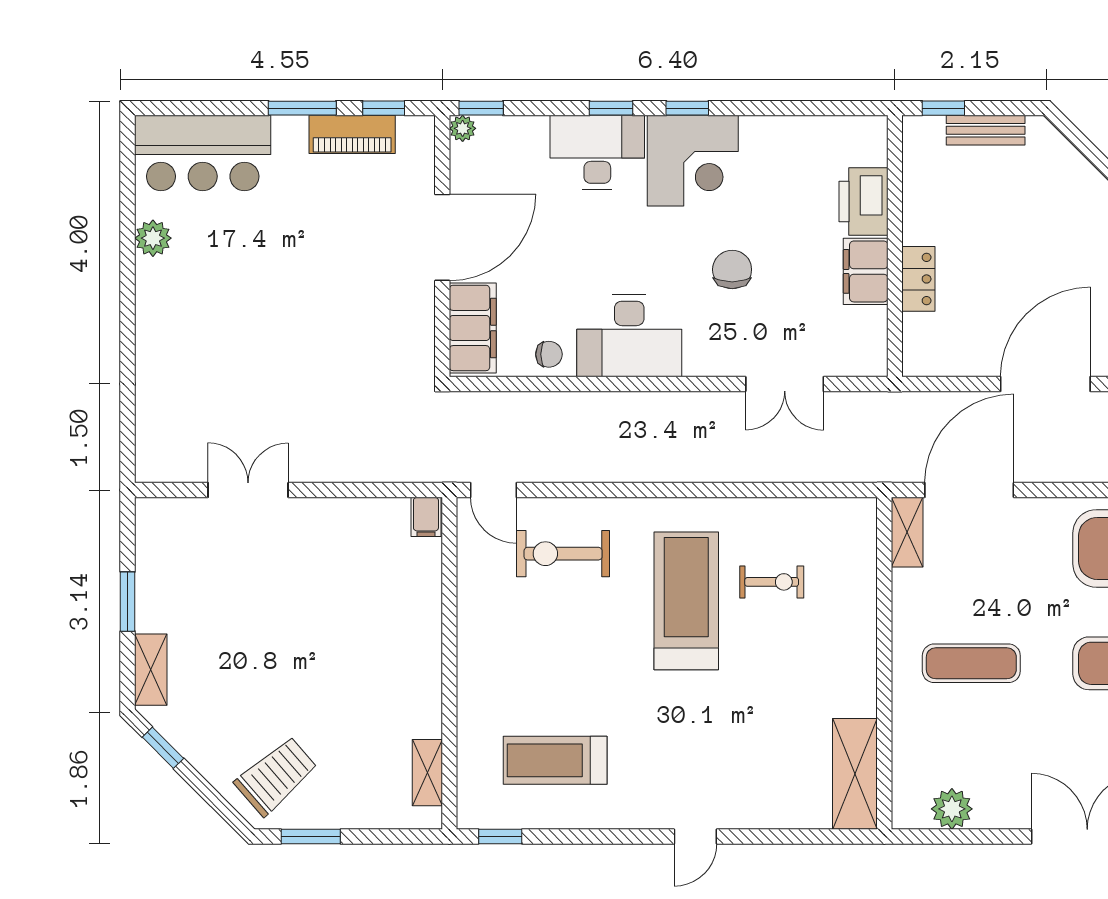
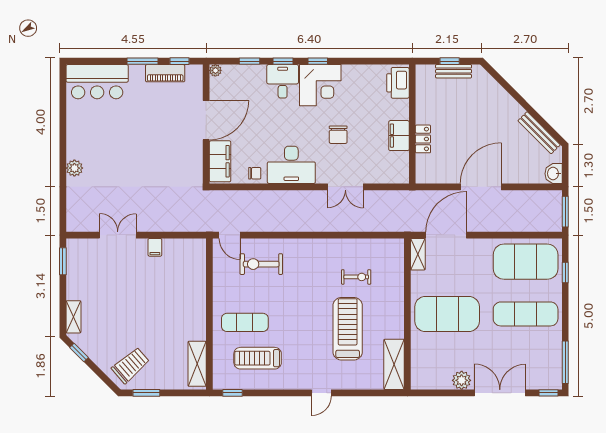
window: (481, 108) -> (250, 61), moved
window: (943, 108) -> (450, 61), moved
desk: (597, 152) -> (283, 81), width x0.73
printer: (863, 201) -> (398, 83), moved
plant: (153, 238) -> (74, 168), moved
chair: (732, 270) -> (338, 135), turned 180
double door: (785, 384) -> (345, 187), moved
filing cabinet: (426, 517) -> (155, 247), moved
treadmill: (686, 601) -> (348, 329), moved
window: (128, 602) -> (63, 261), moved
exercise mat: (971, 663) -> (447, 314), width x2.00, depth x1.45
exercise mat: (527, 682) -> (245, 322), added
shelving: (427, 773) -> (197, 364), width x1.50, depth x1.33
plant: (952, 809) -> (462, 380), moved

